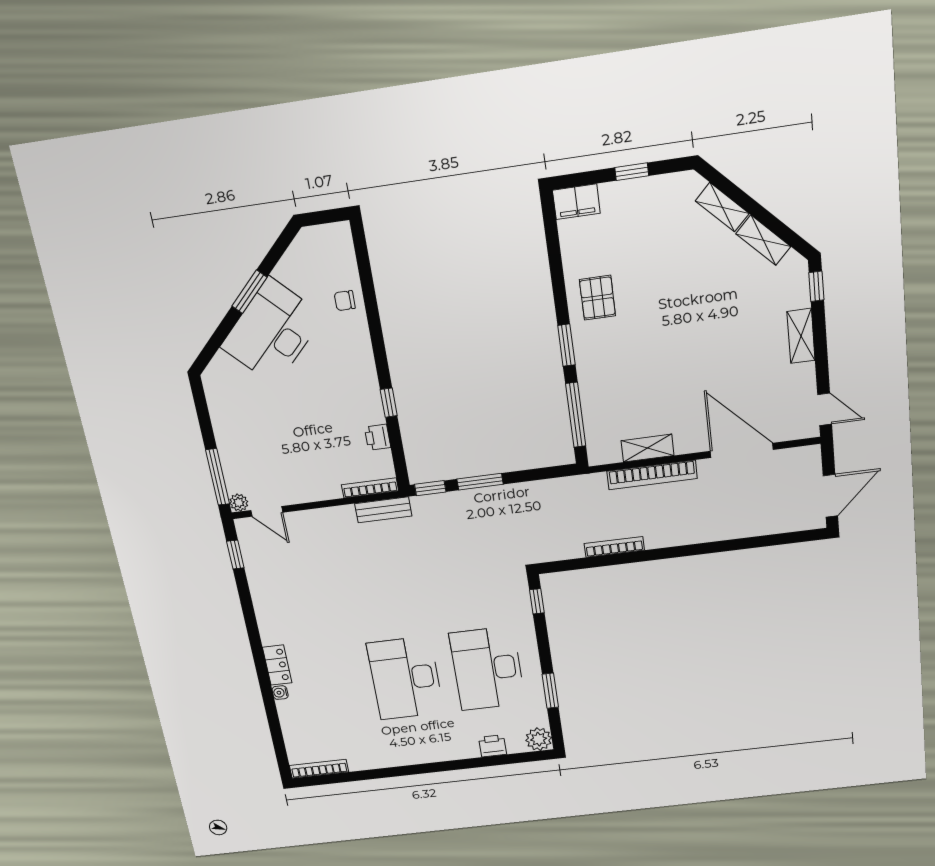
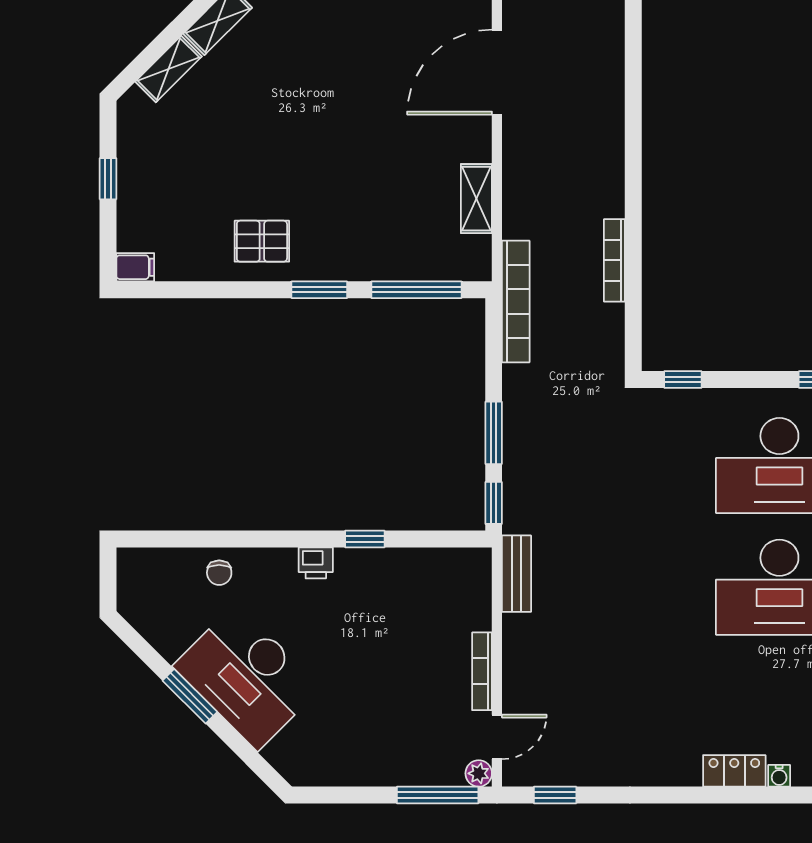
filing cabinet: (576, 202) -> (135, 267), width x0.50
printer: (378, 437) -> (316, 563), moved
bookcase: (652, 475) -> (516, 301), moved
bookcase: (370, 488) -> (482, 671), moved

